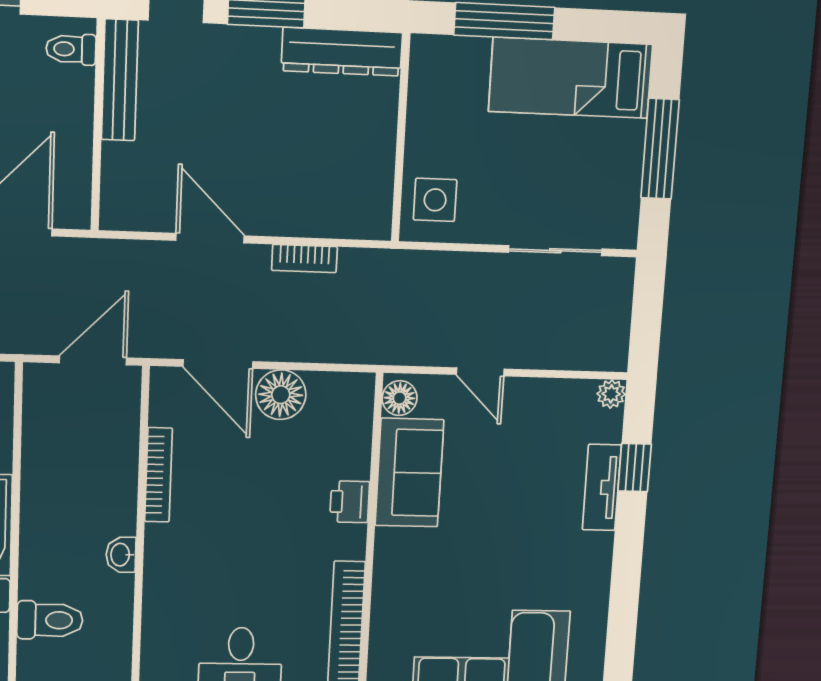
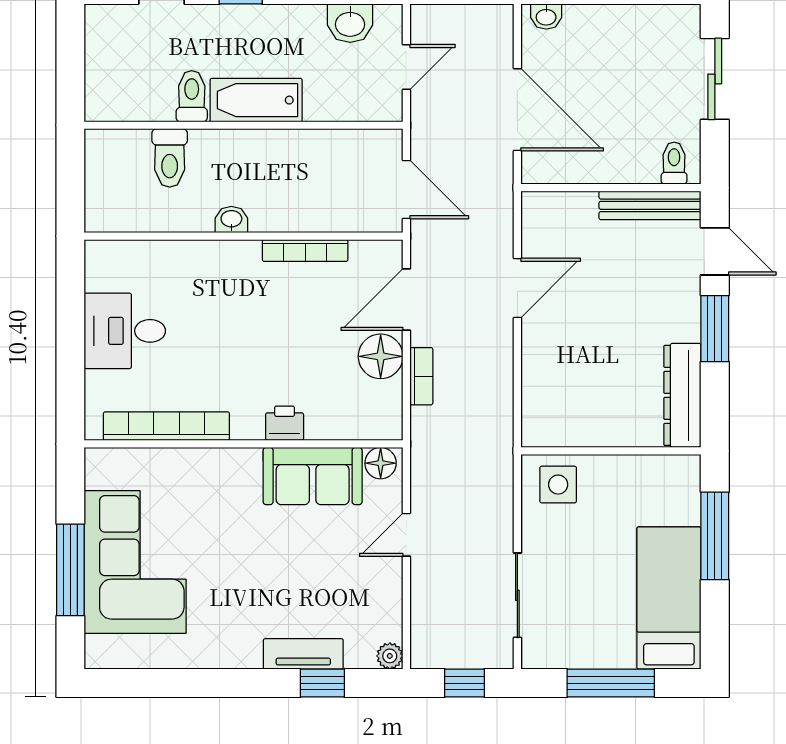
bookcase: (304, 259) -> (421, 376), moved, turned 180
window: (647, 313) -> (464, 683), added

